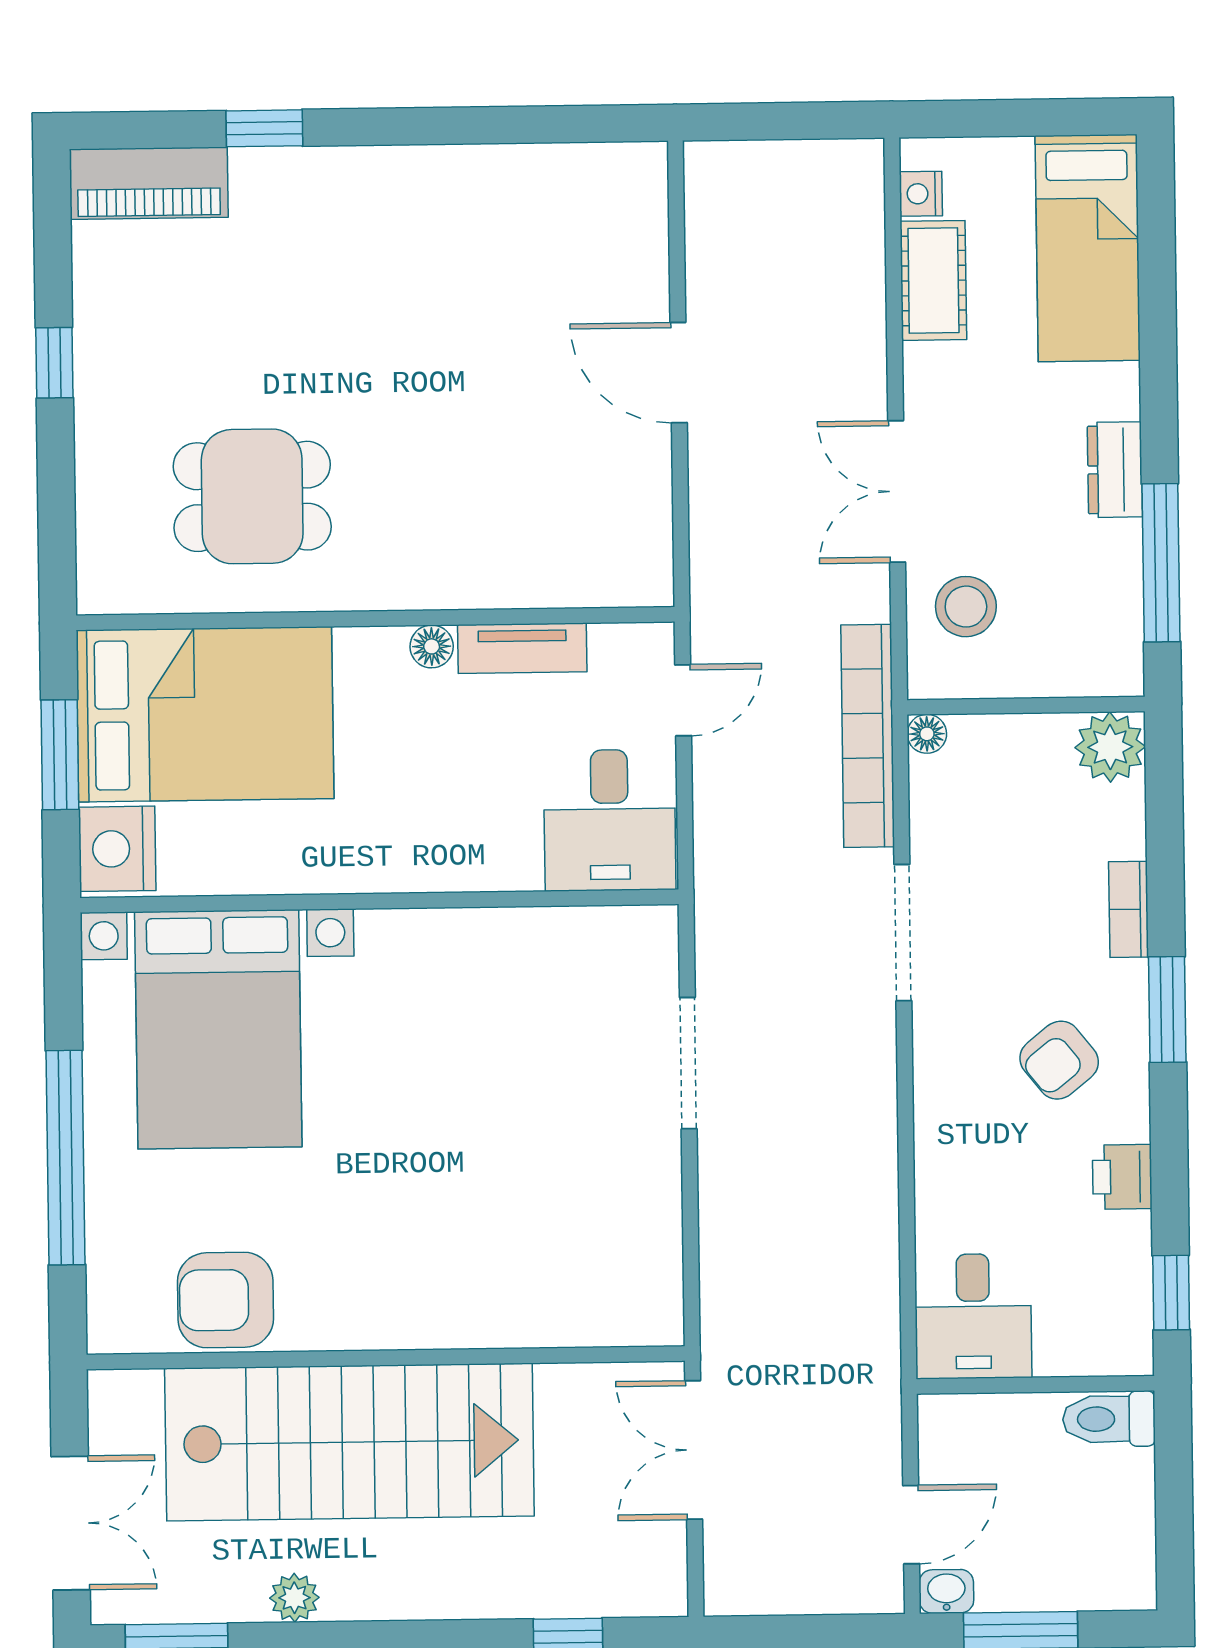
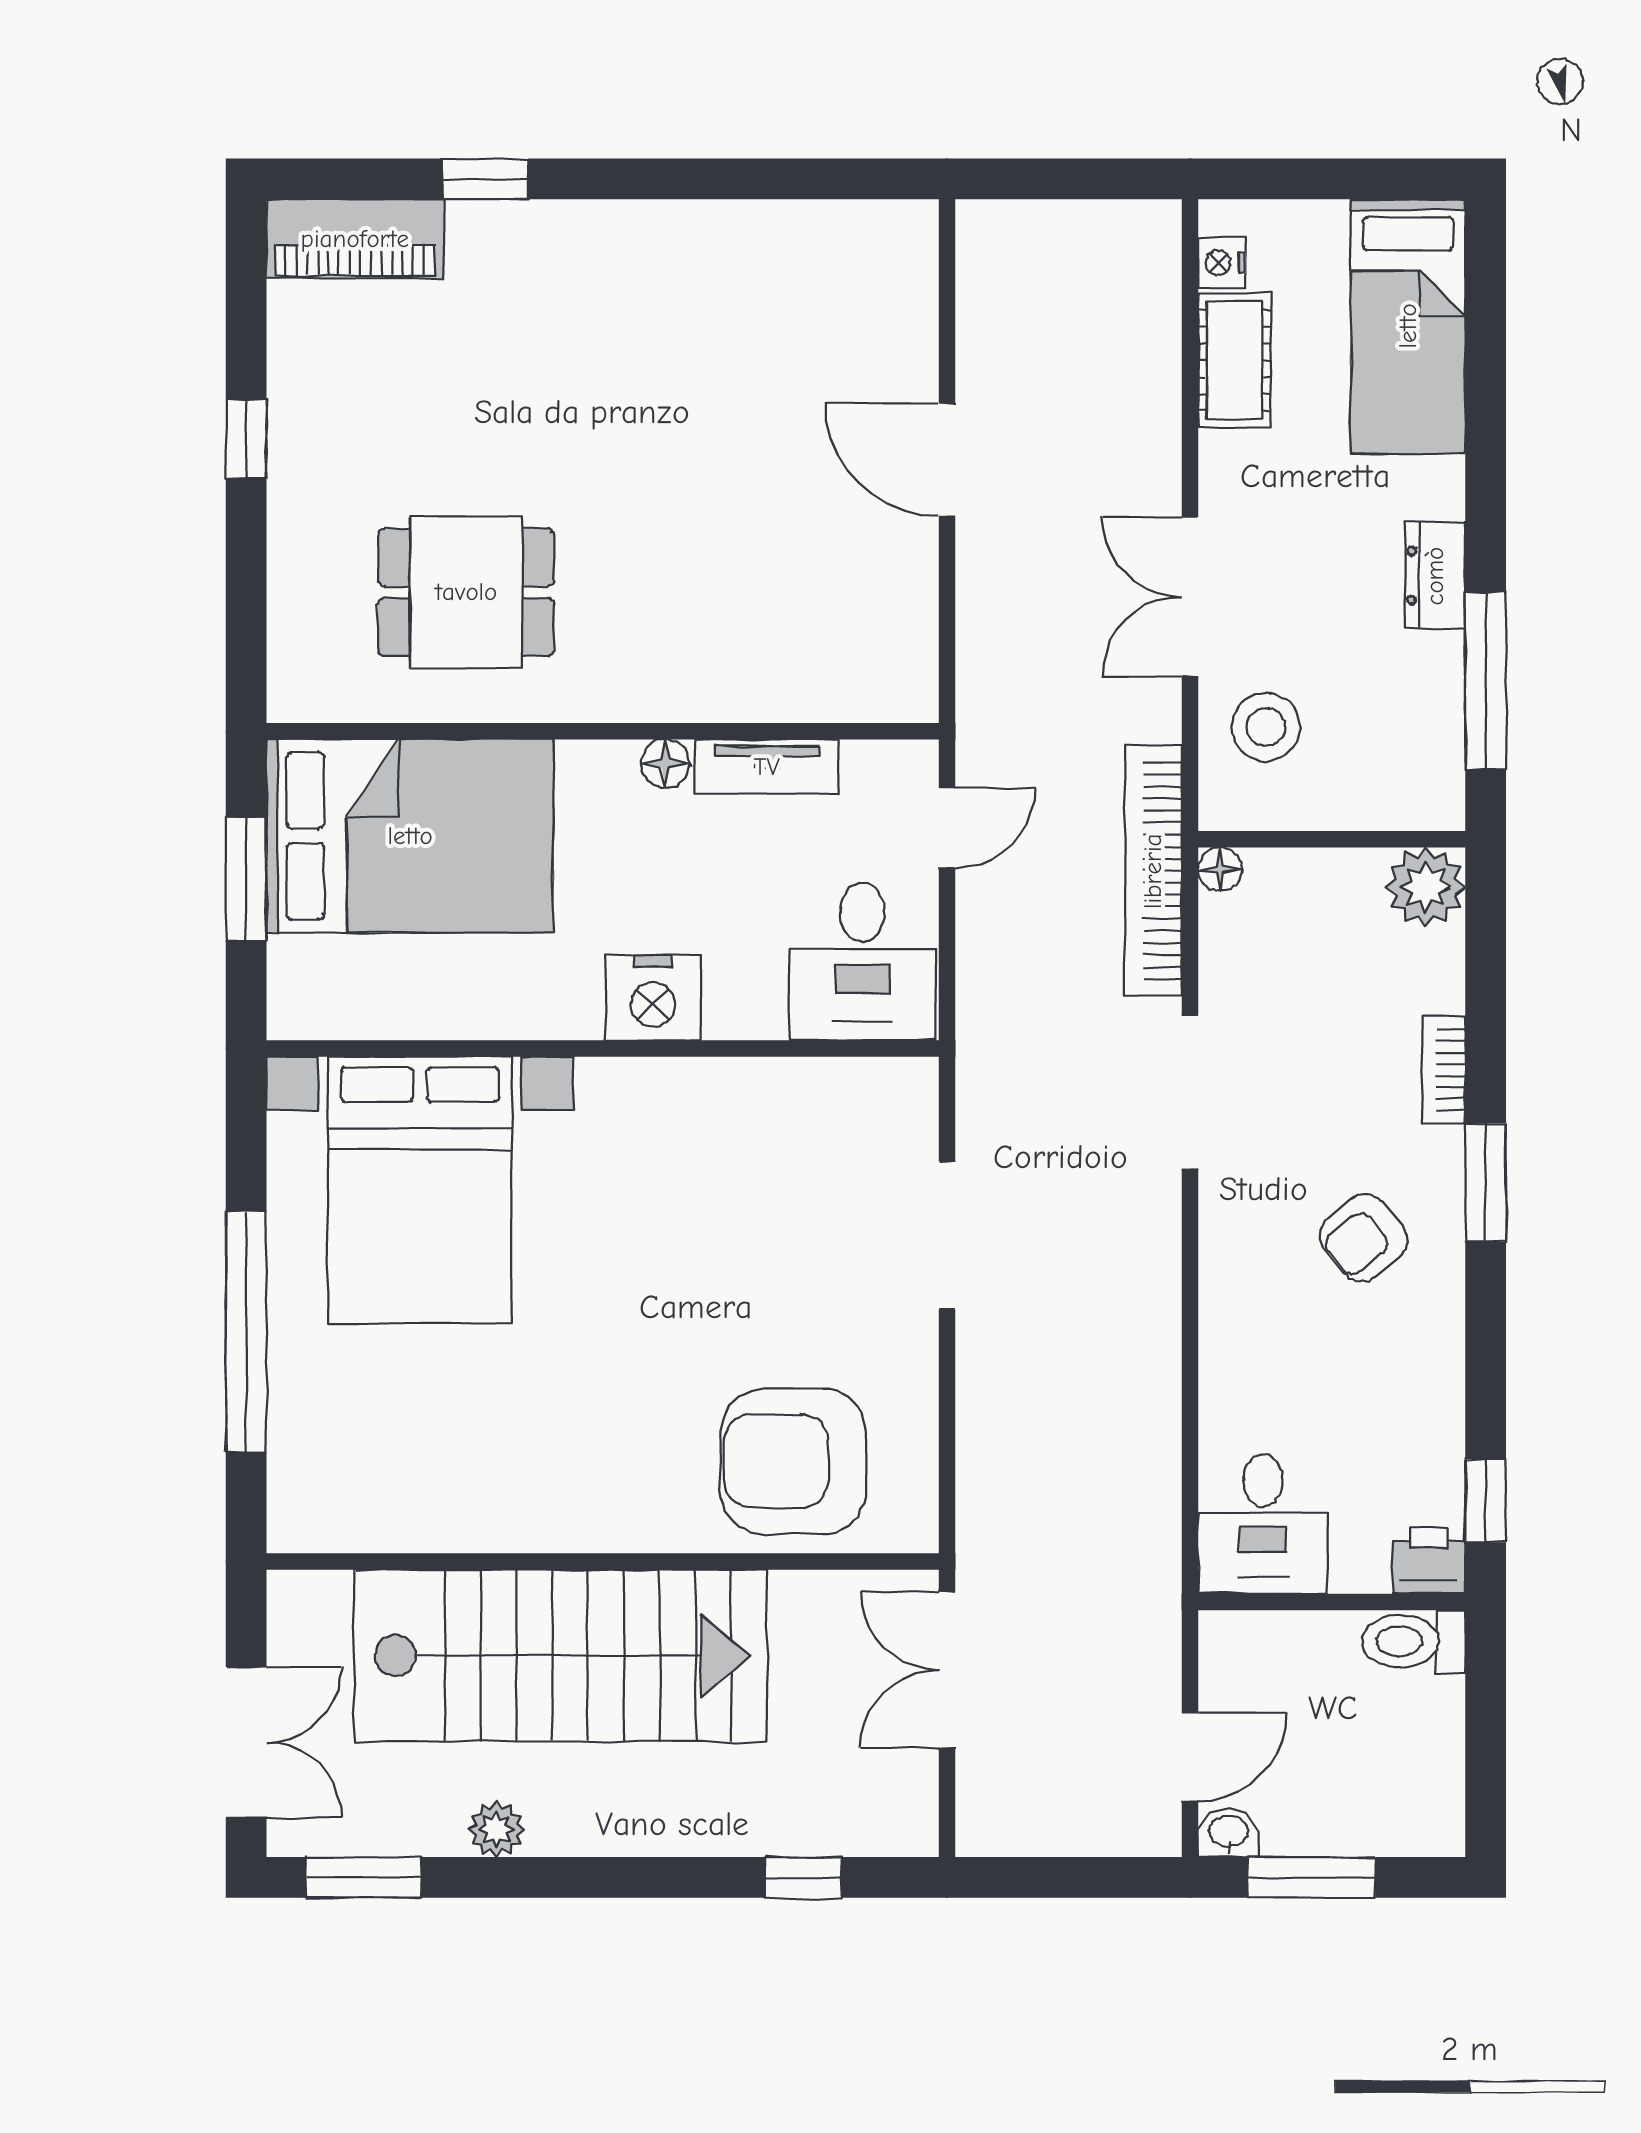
nightstand: (117, 849) -> (653, 998), moved, turned -90
printer: (1122, 1177) -> (1429, 1561), moved, turned 90
armchair: (226, 1300) -> (794, 1461), moved, width x1.36, depth x1.36

